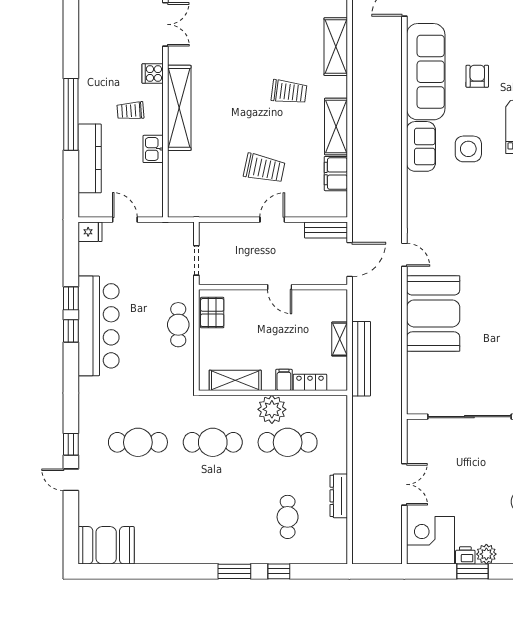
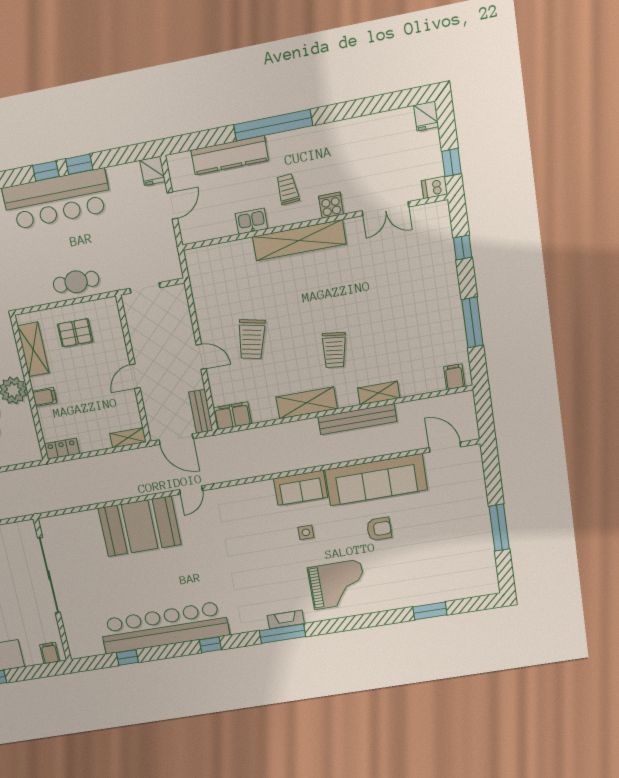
shelving: (336, 47) -> (379, 393), width x0.67, depth x0.75
side table: (468, 149) -> (306, 532), width x0.54, depth x0.54
filing cabinet: (336, 174) -> (232, 416), moved
pallet: (212, 313) -> (75, 333), moved
shelving: (340, 339) -> (128, 438), moved
bench: (361, 359) -> (357, 419), moved
locker: (310, 382) -> (62, 449), moved, turned -90

